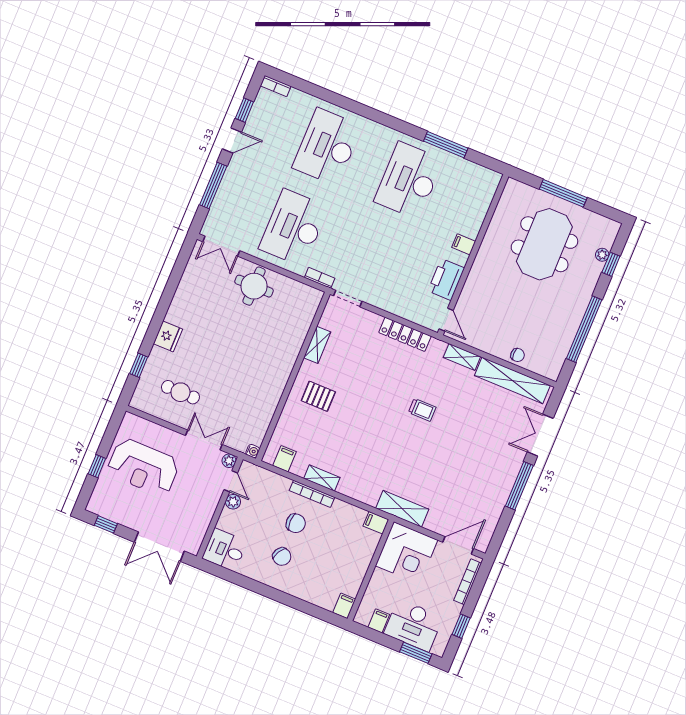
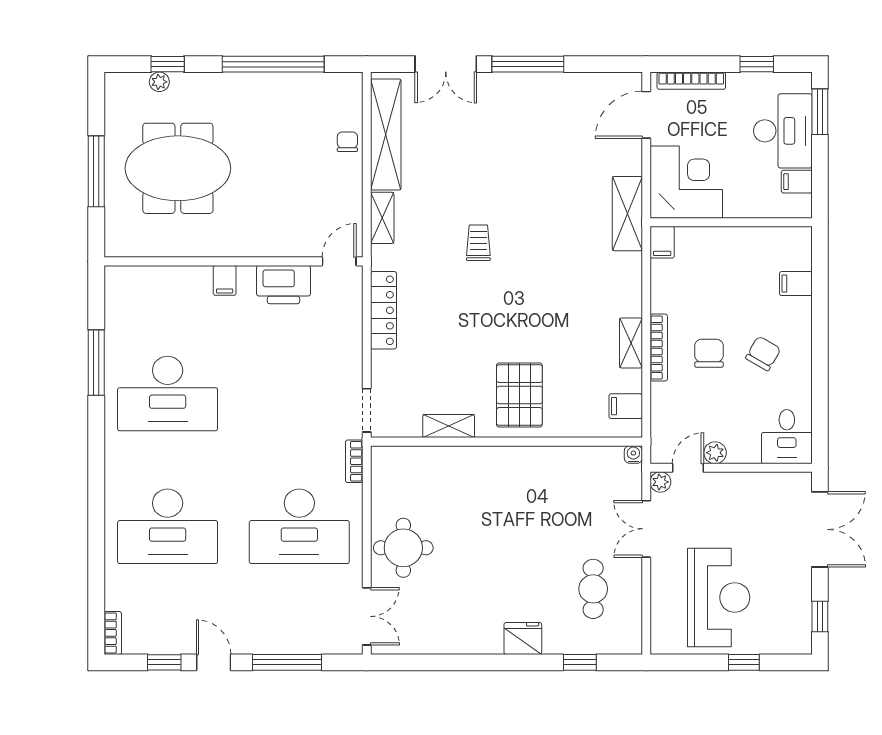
pallet: (318, 396) -> (519, 395), width x1.50, depth x1.42
door: (458, 545) -> (646, 115), hinge flipped
filing cabinet: (344, 606) -> (796, 284), moved

